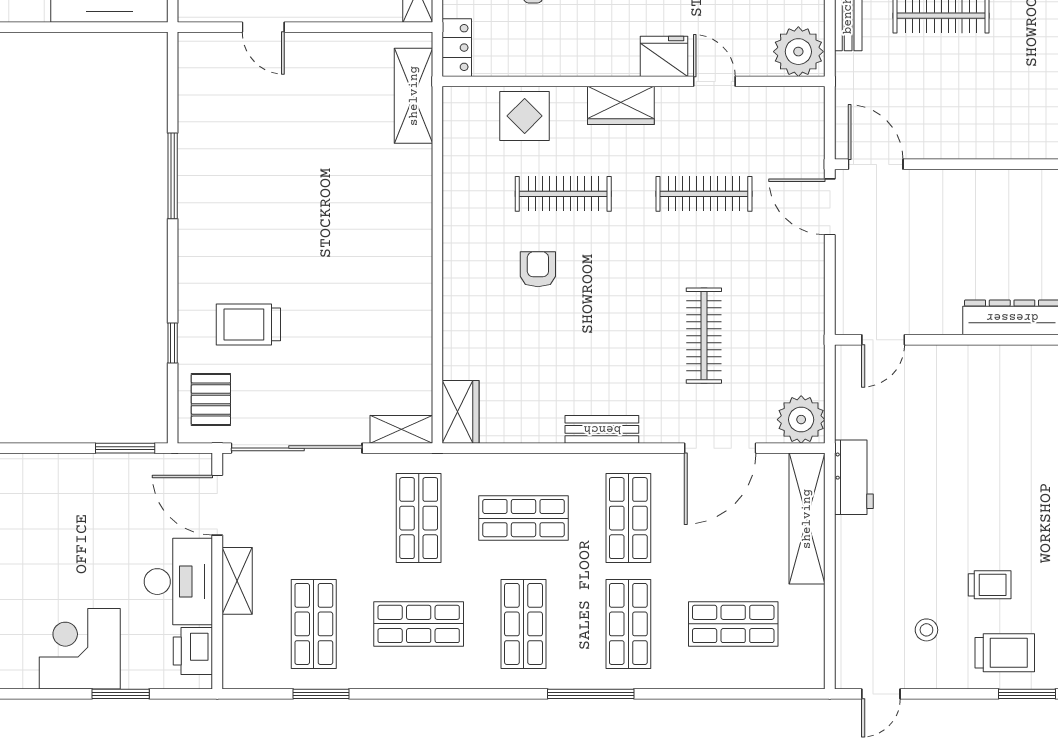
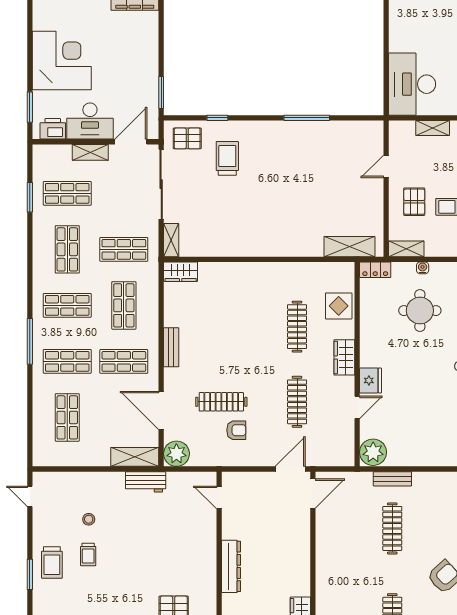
armchair: (538, 269) -> (236, 430), moved
shelving: (807, 519) -> (135, 457), width x0.68
stool: (926, 630) -> (89, 519), moved
corner desk: (80, 649) -> (62, 61), width x1.36, depth x1.36
window: (121, 694) -> (30, 107), moved

